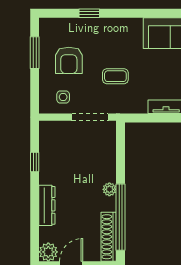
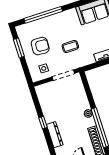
window: (89, 13) -> (43, 15), width x3.17
armchair: (69, 60) -> (40, 46), turned -87
window: (35, 162) -> (43, 123), moved

